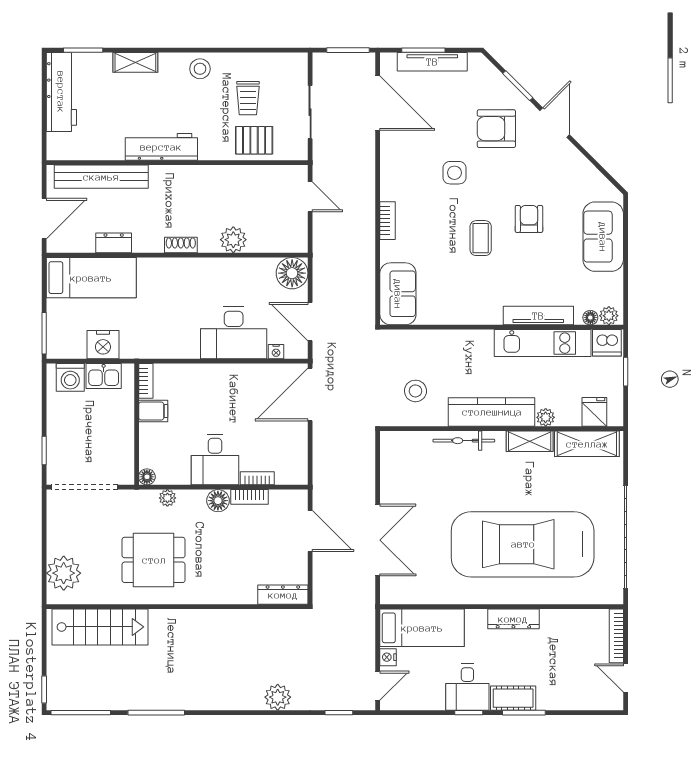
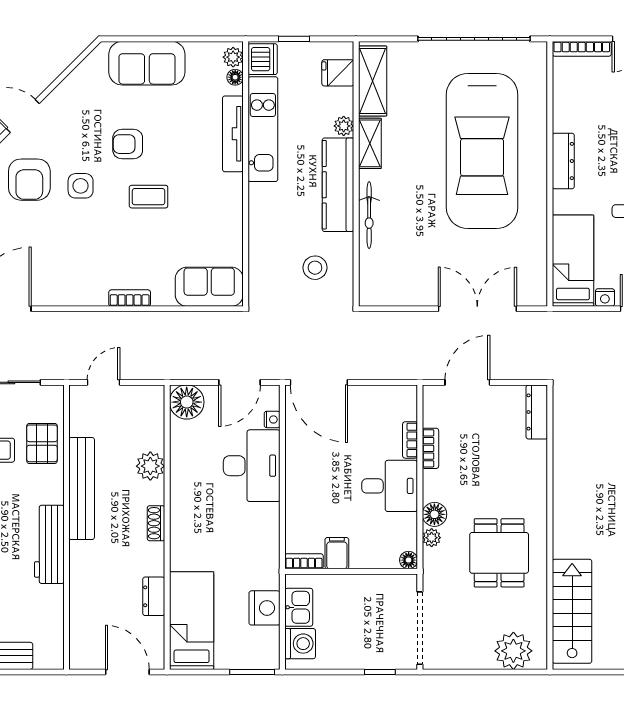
side table: (454, 173) -> (81, 186), moved
bench: (101, 177) -> (82, 489), moved
floor lamp: (218, 501) -> (434, 514), moved

